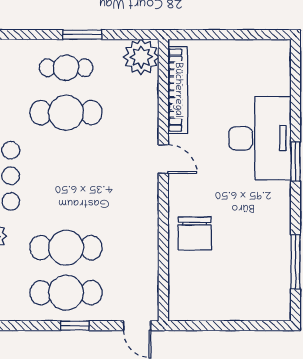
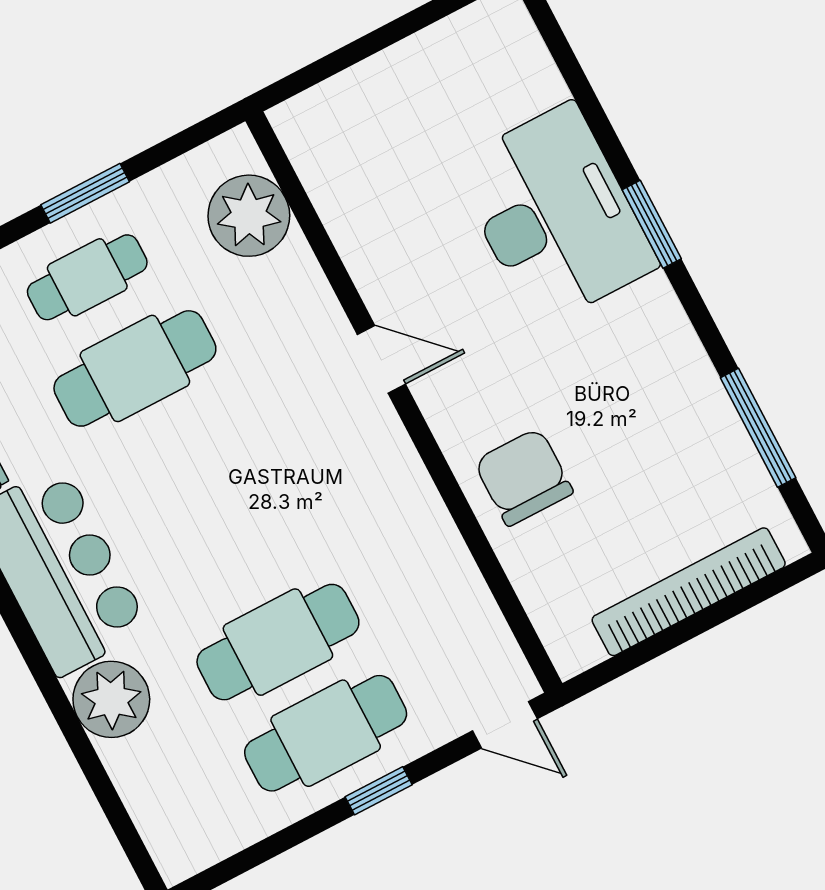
plant: (141, 57) -> (249, 216), moved
bookcase: (178, 90) -> (689, 592), moved, turned -90
chair: (195, 233) -> (524, 477), turned 180

